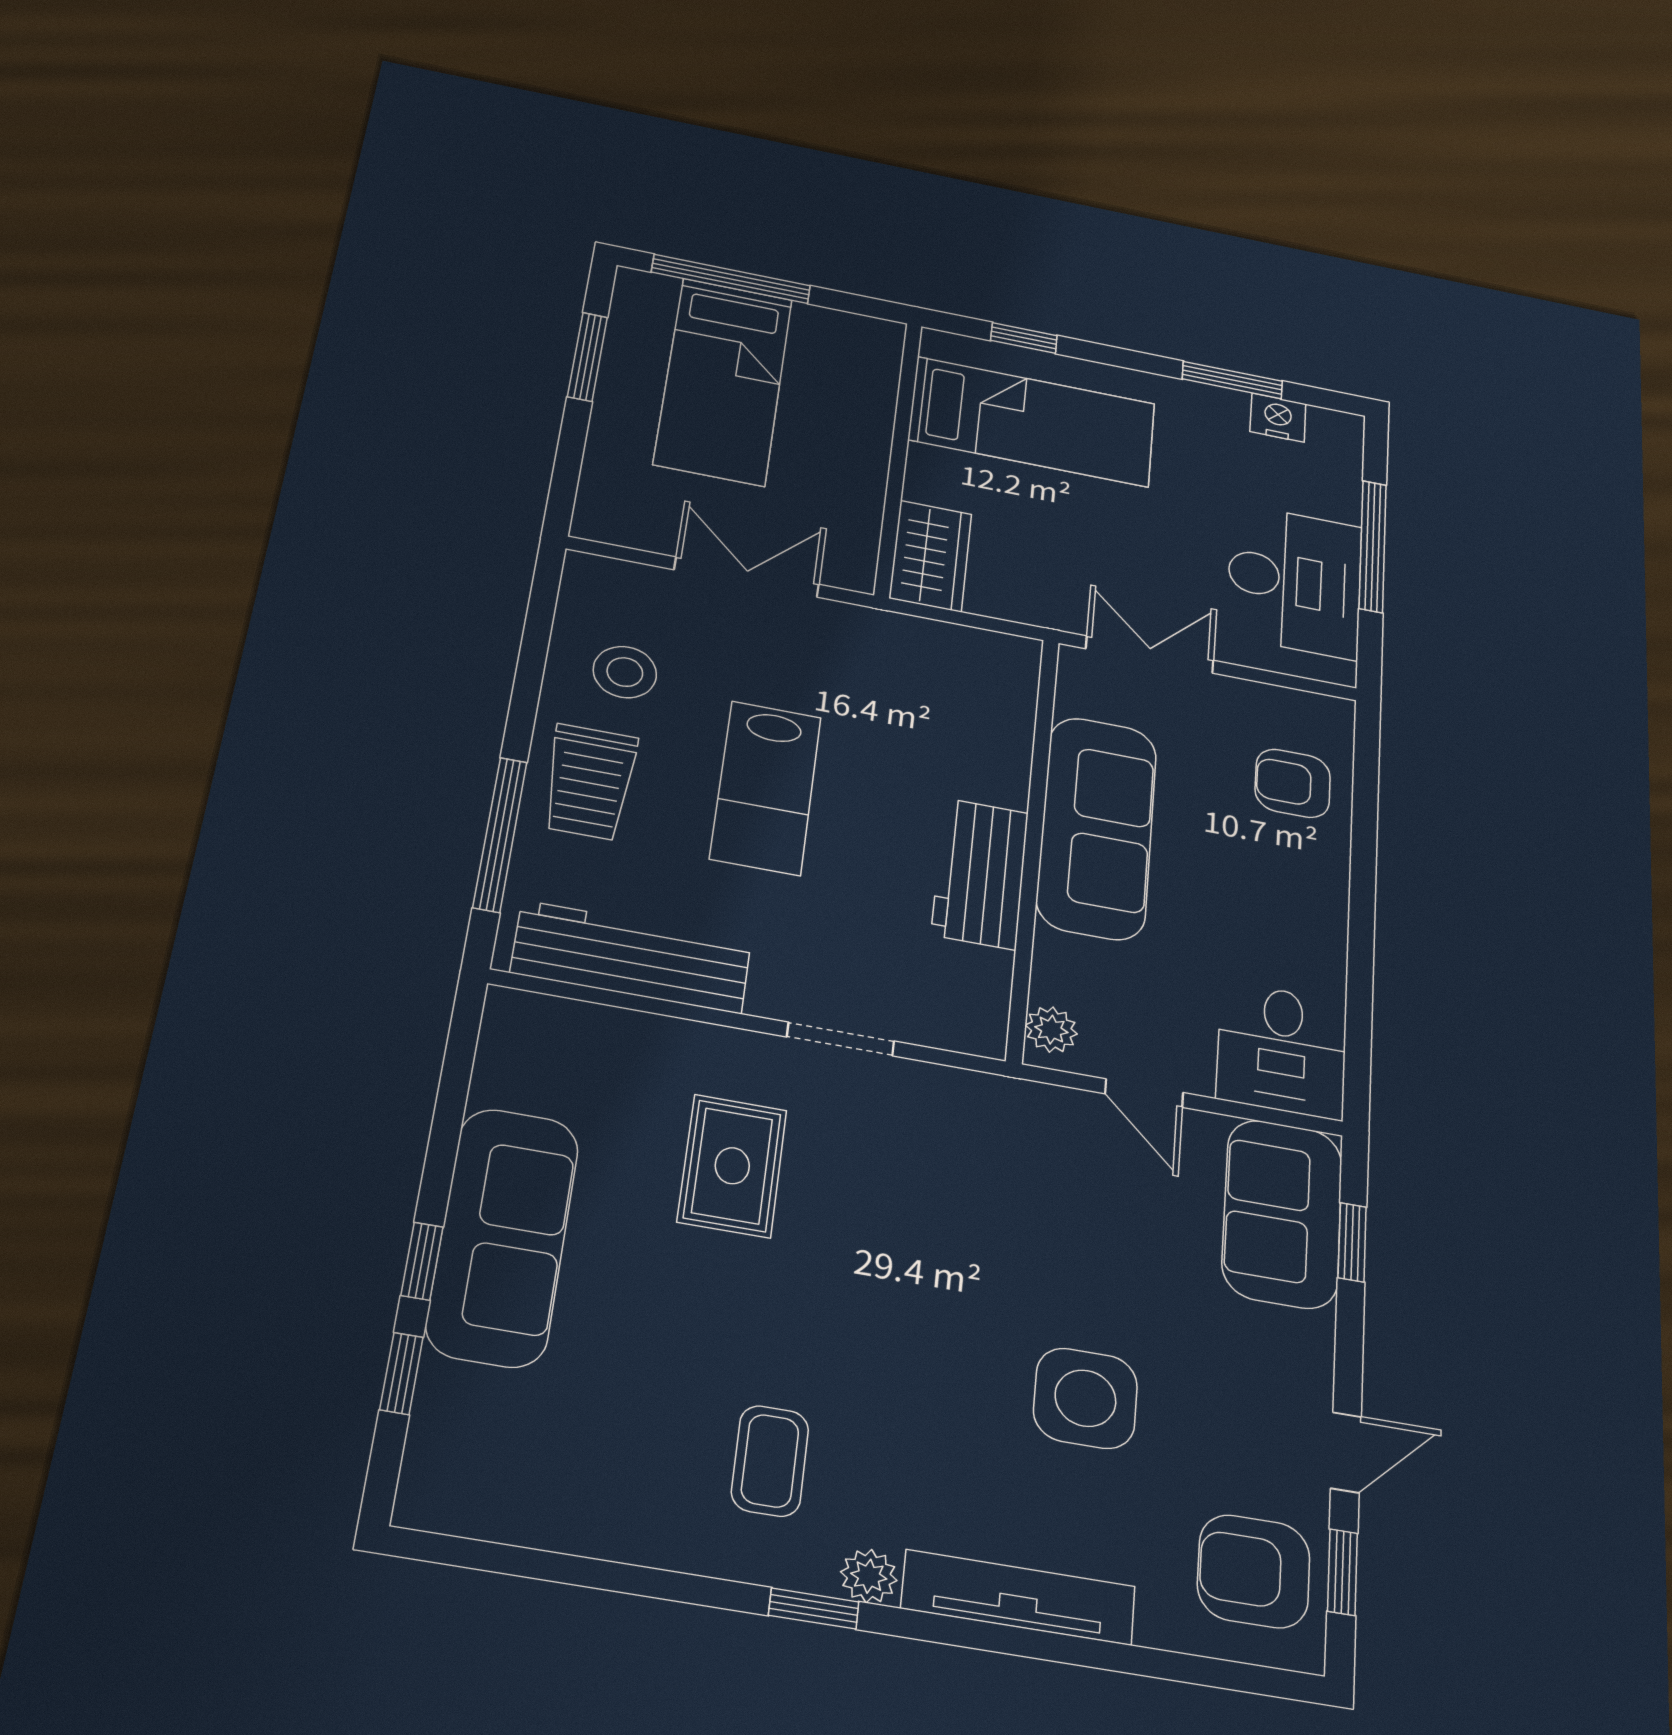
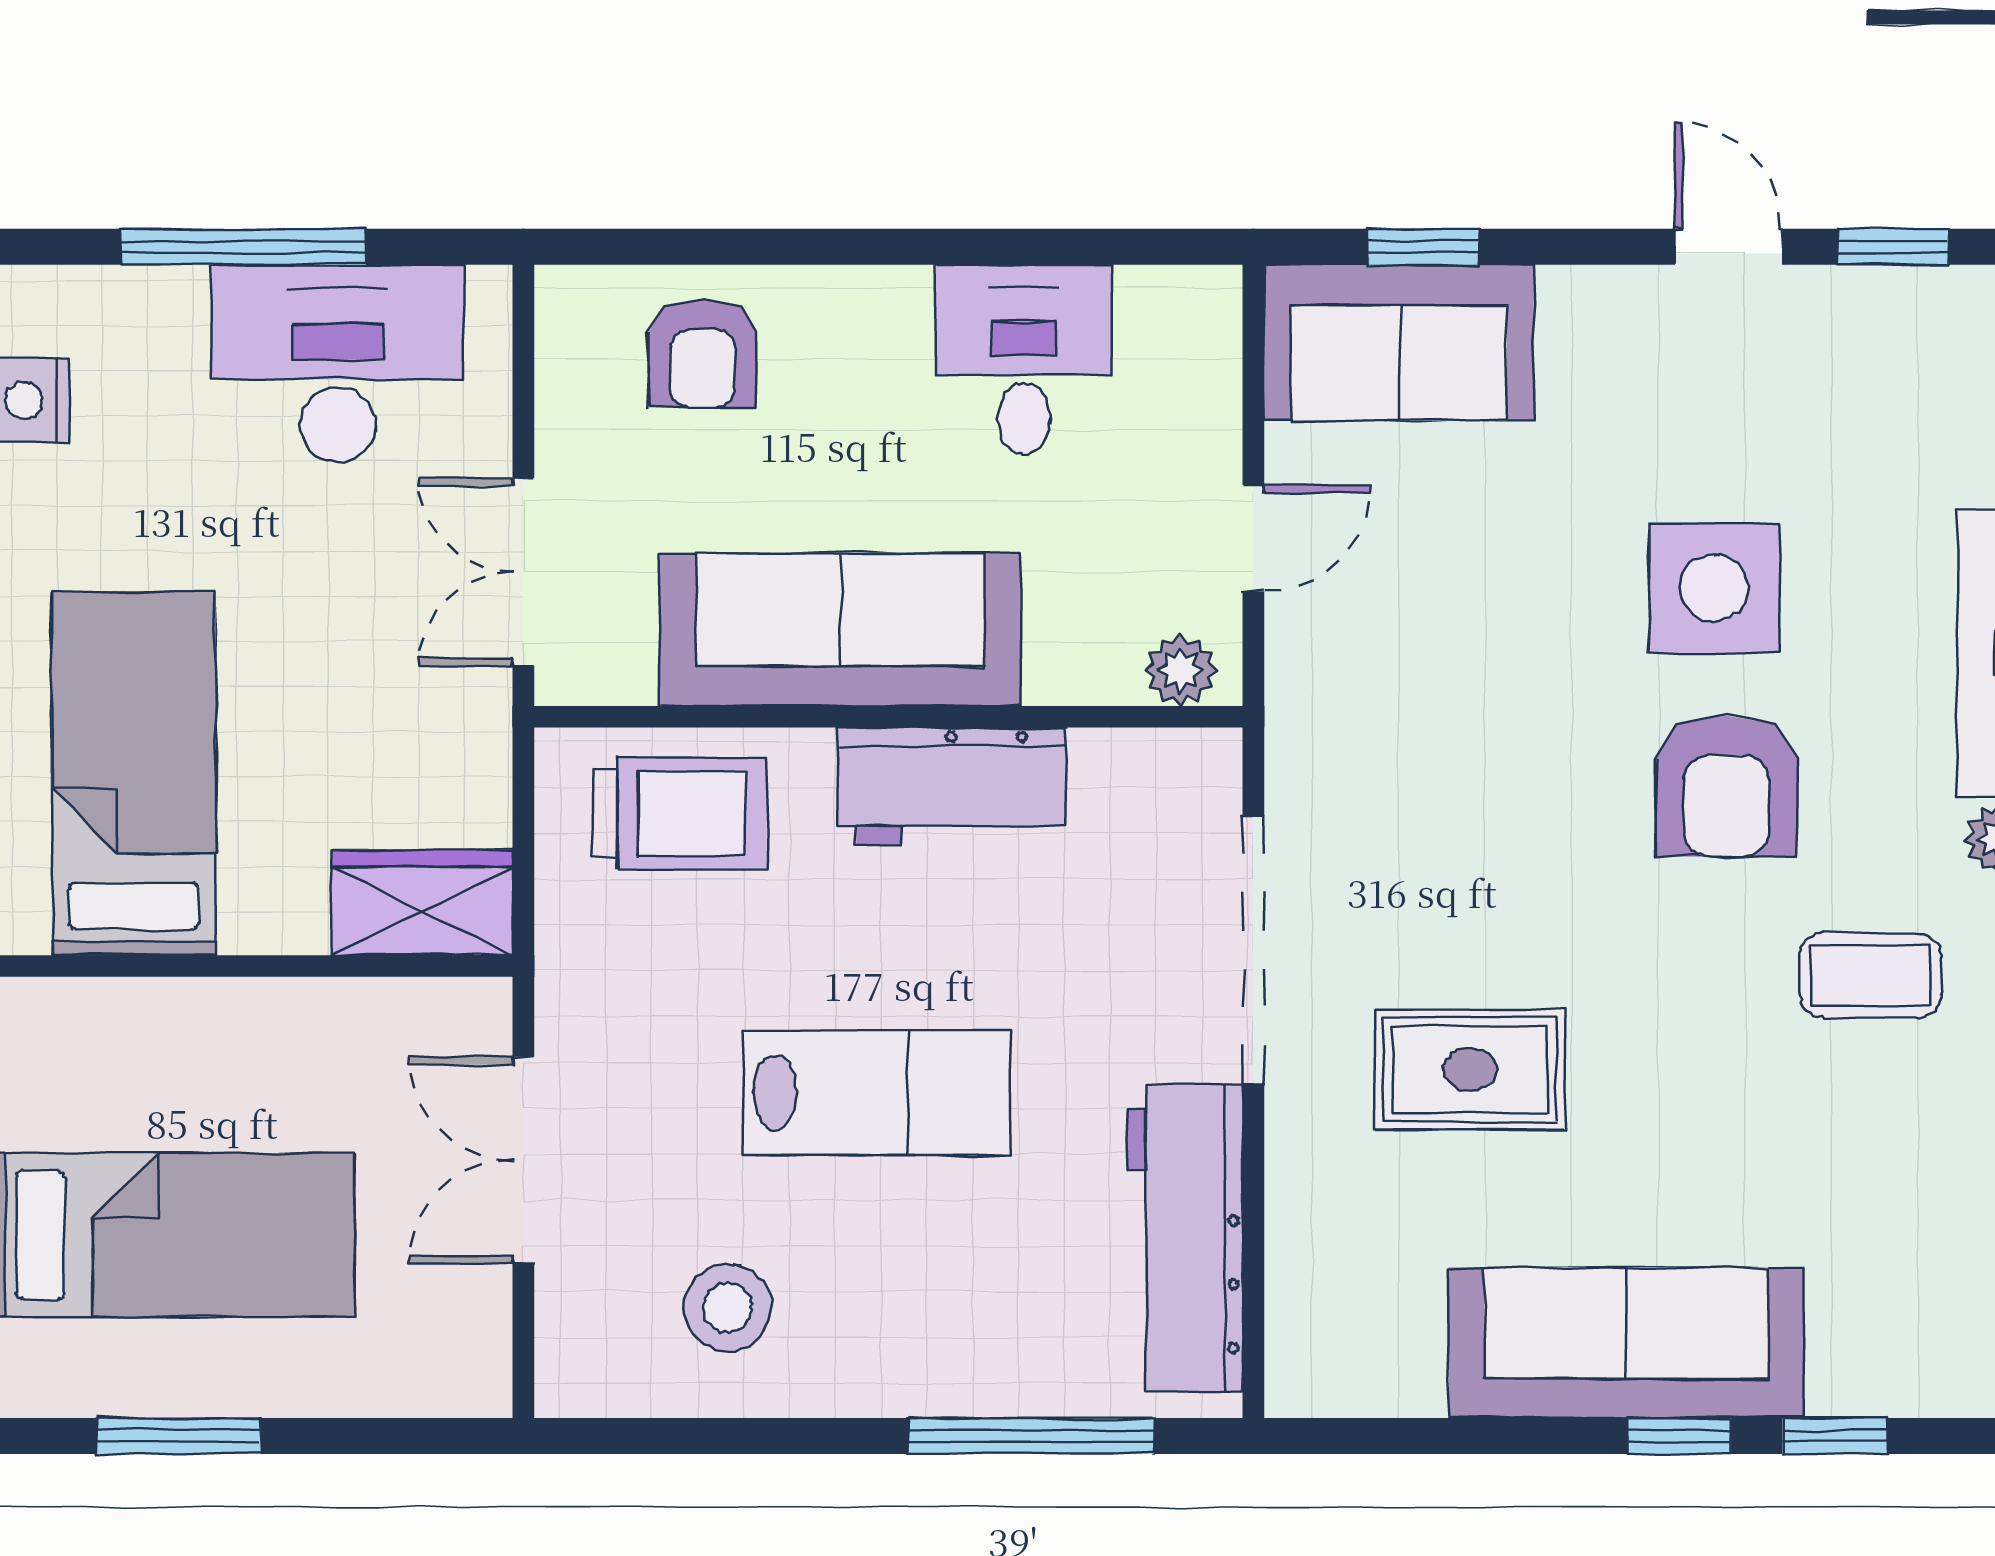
trolley: (589, 782) -> (680, 813), moved
doorway: (841, 1039) -> (1253, 950), width x1.88
desk: (1282, 1050) -> (1024, 360), moved, turned -90
armchair: (1254, 1571) -> (1726, 786), moved

